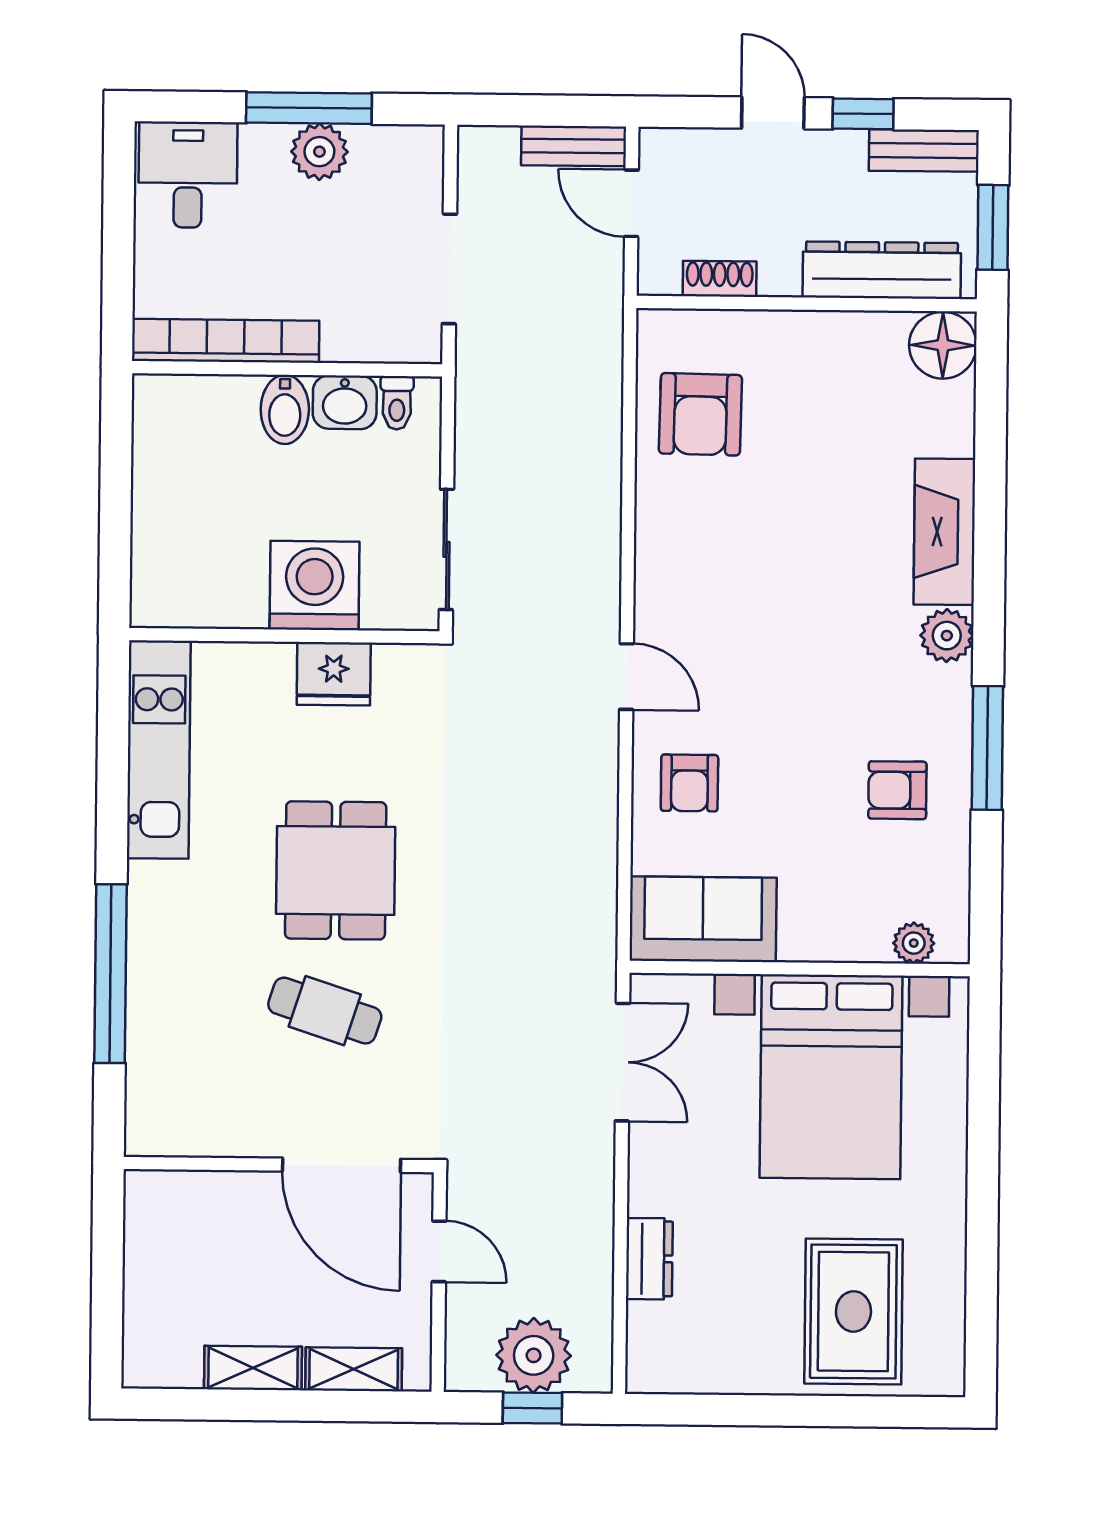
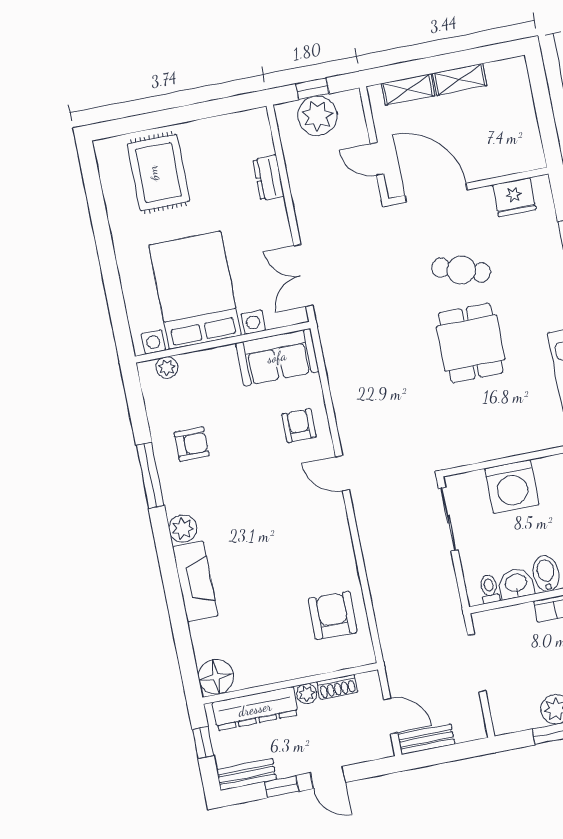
window: (993, 227) -> (203, 742), width x0.67
plant: (780, 278) -> (307, 694), added
fridge: (334, 674) -> (514, 197), moved, turned 180

